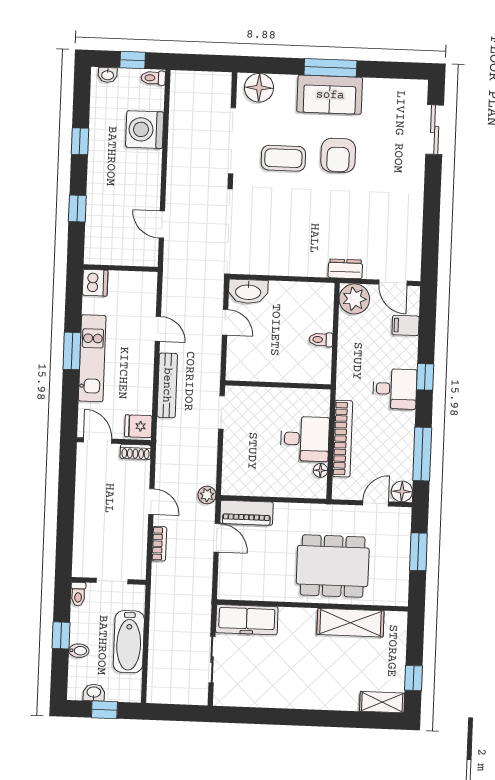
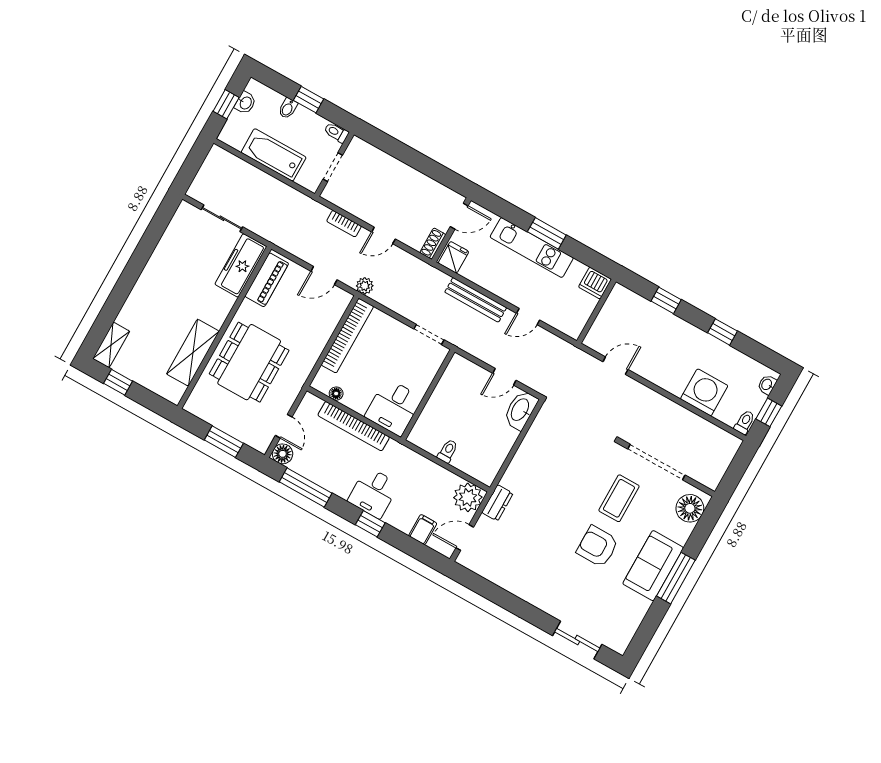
desk: (305, 439) -> (393, 407), moved
bookcase: (261, 487) -> (347, 336), added
piano: (247, 513) -> (267, 280), moved, turned 180

